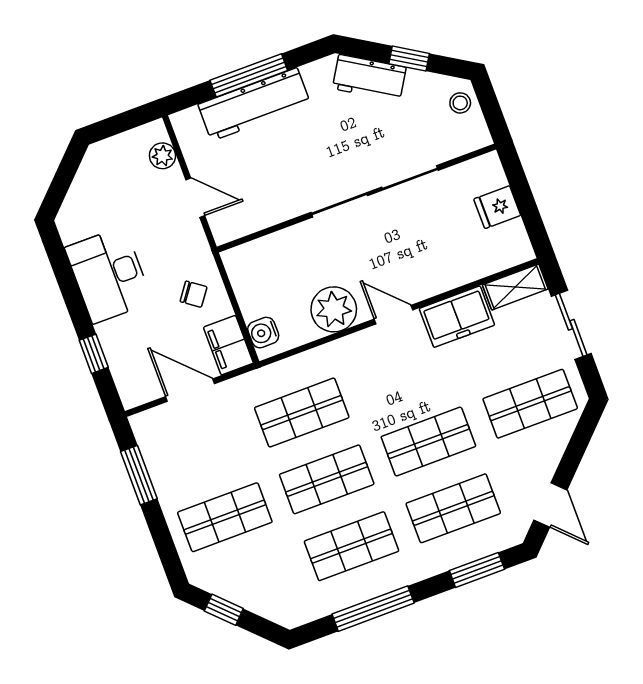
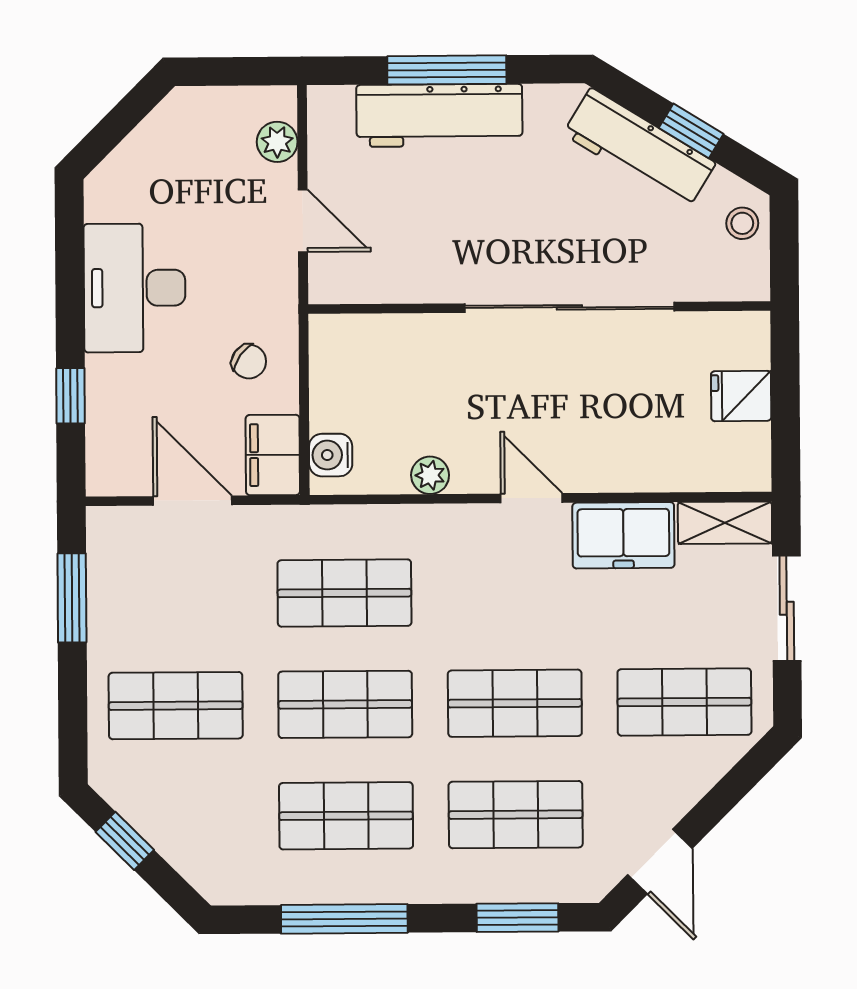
workbench: (369, 78) -> (639, 148), width x1.37
plant: (334, 309) -> (430, 475), width x0.53, depth x0.53

